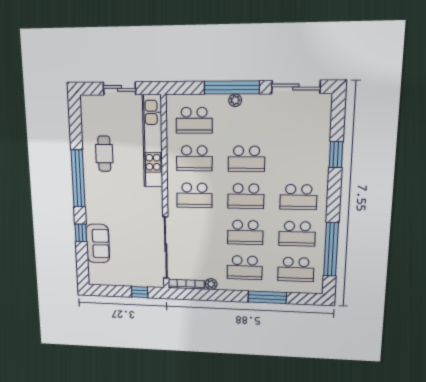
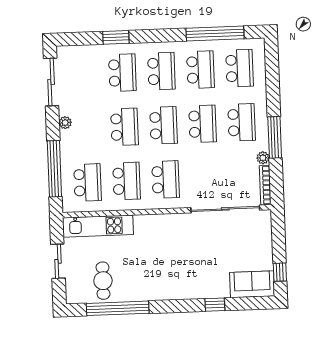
window: (232, 87) -> (54, 169), moved
plant: (235, 100) -> (65, 123), moved
kitchen unit: (153, 141) -> (98, 226), width x0.73
cafe table: (104, 154) -> (103, 281), moved, turned 90
school desk: (300, 159) -> (122, 73), added
window: (78, 179) -> (118, 308), moved
sofa: (98, 243) -> (252, 284), moved
window: (140, 292) -> (280, 272), moved
window: (267, 297) -> (275, 137), moved

